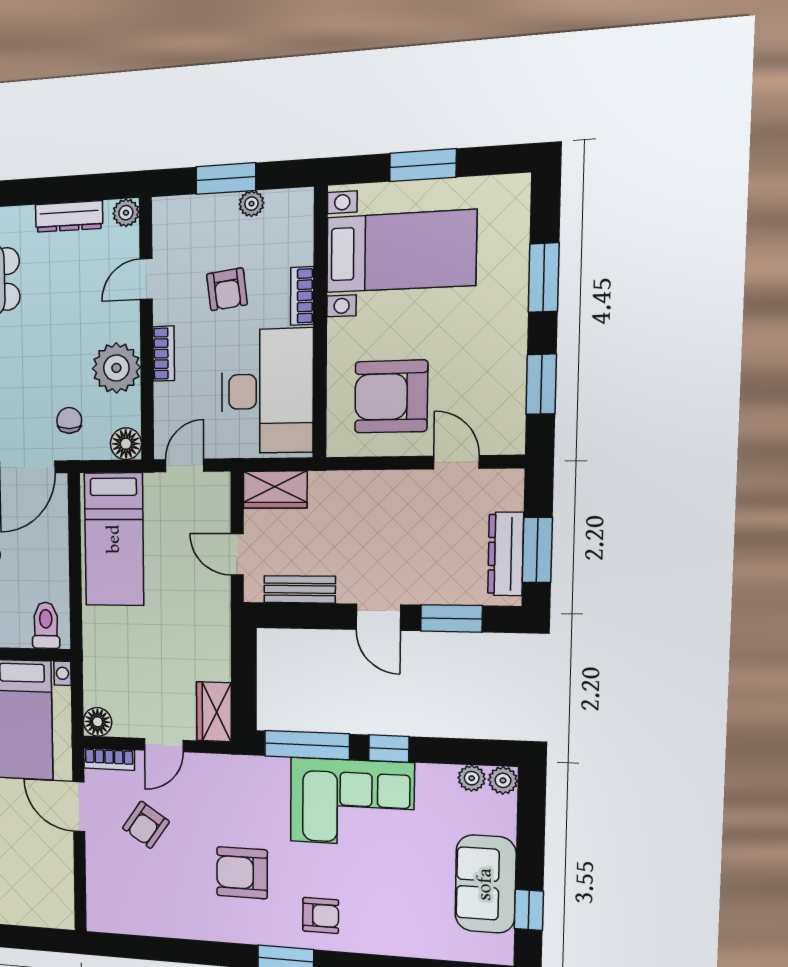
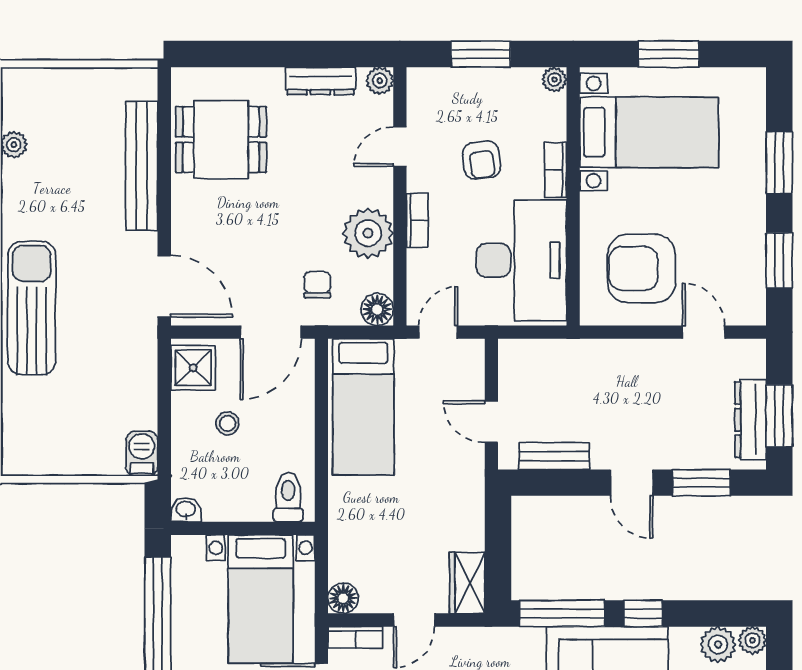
plant: (251, 204) -> (554, 79), moved
wardrobe: (275, 490) -> (530, 357), removed
plant: (472, 778) -> (718, 645), width x1.38, depth x1.38

